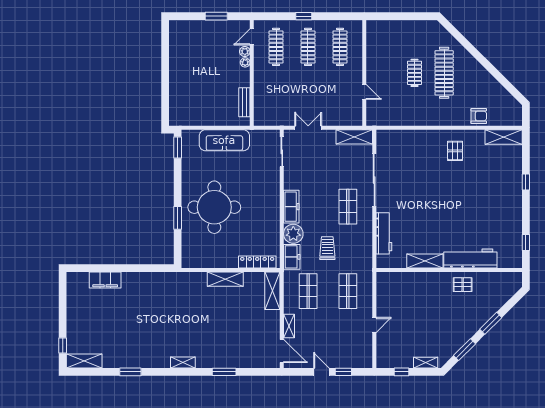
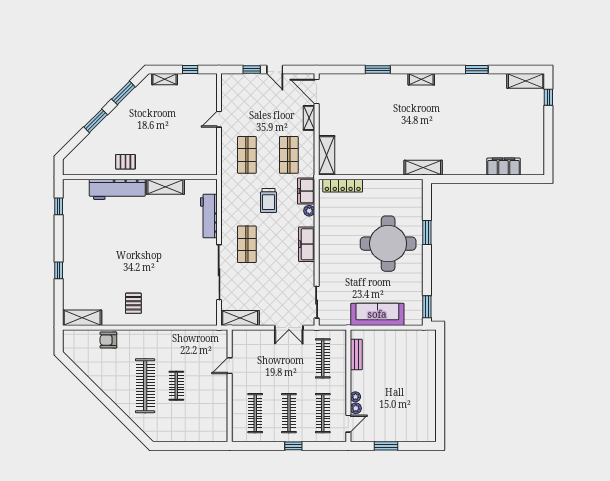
door: (364, 92) -> (230, 366), hinge flipped
clothes rail: (276, 99) -> (323, 358), added
plant: (293, 234) -> (309, 211), width x0.53, depth x0.53
shelving: (225, 279) -> (423, 168), moved

